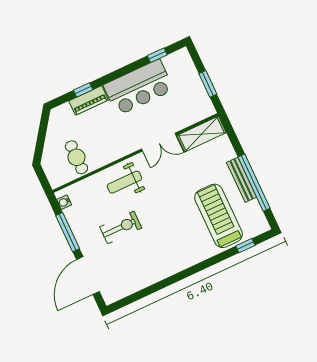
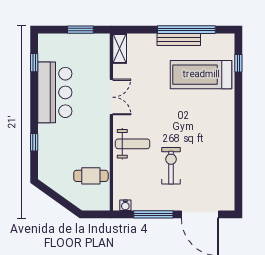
piano: (89, 100) -> (46, 142), removed
shelving: (202, 134) -> (120, 48), width x0.67, depth x0.75
weight bench: (124, 182) -> (133, 144), turned -90

